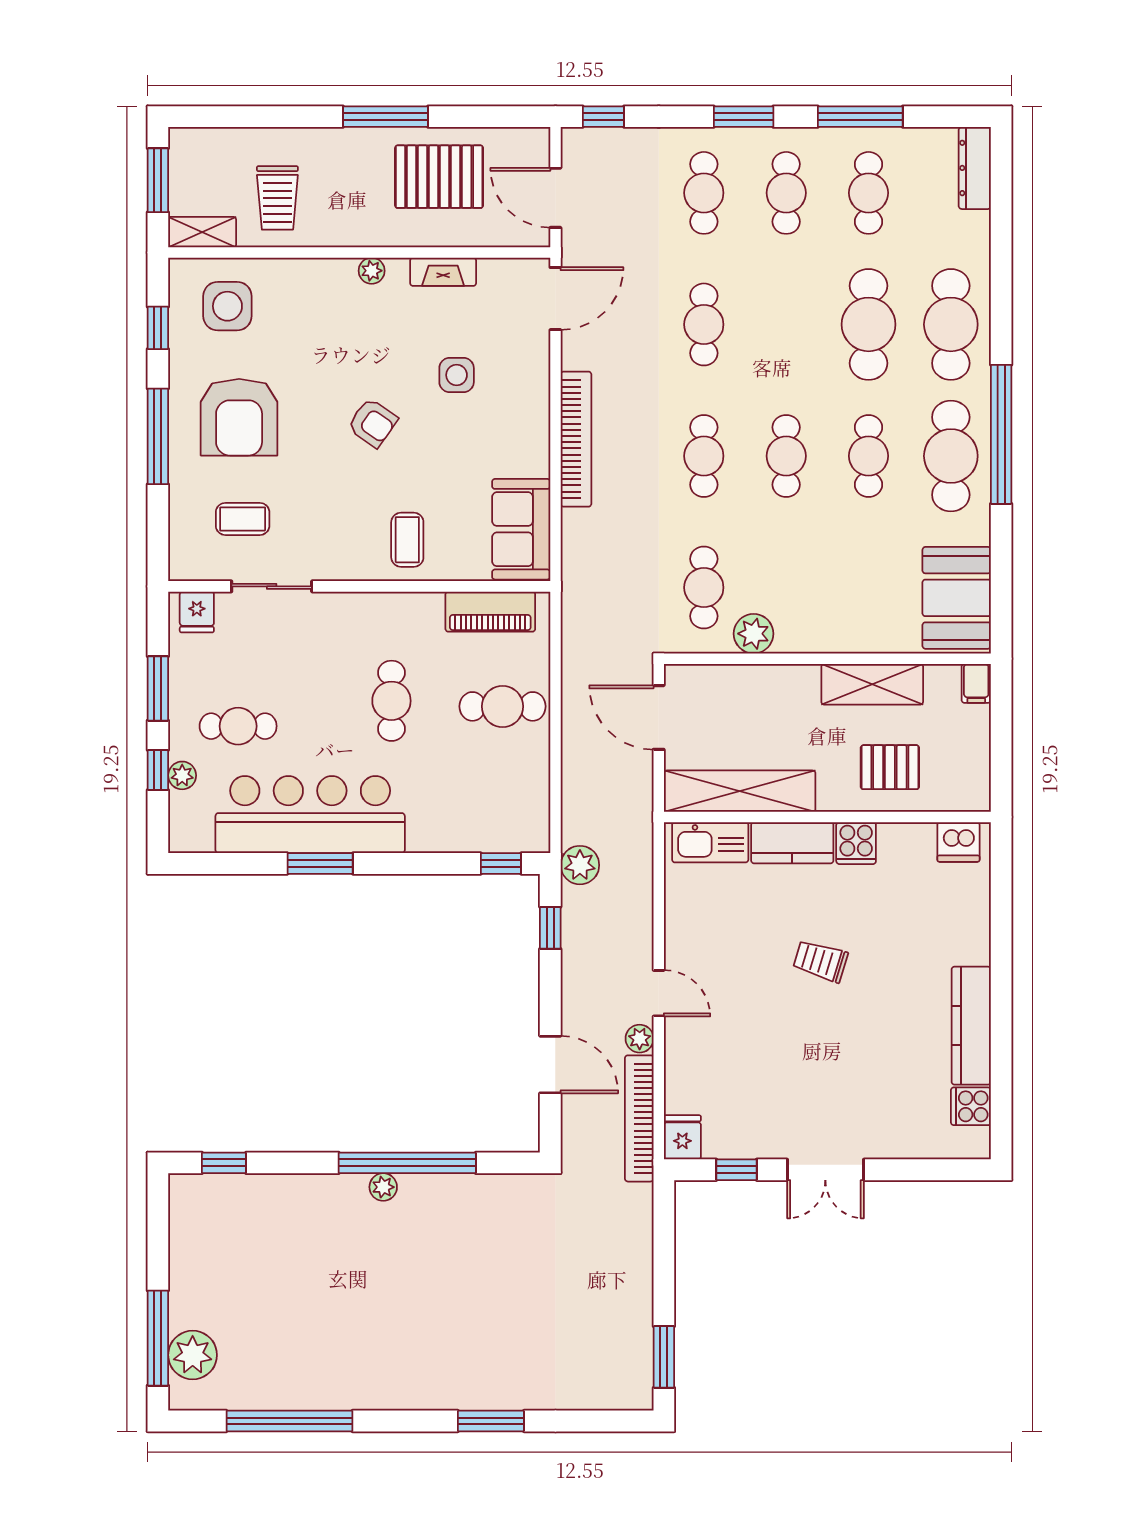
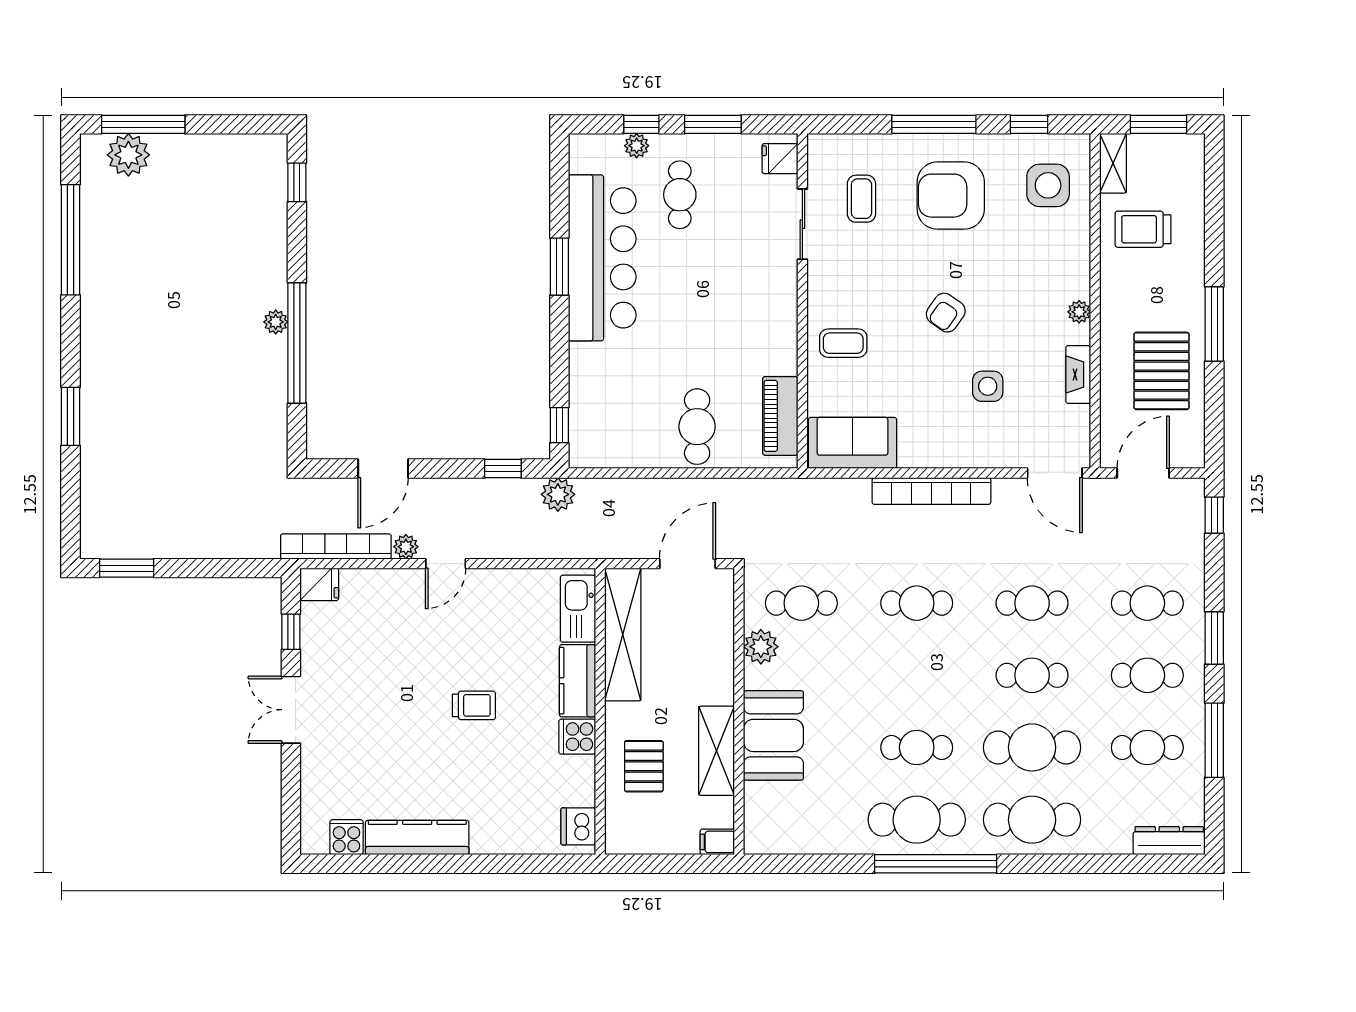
cafe table: (786, 456) -> (1032, 675), moved
booth: (957, 598) -> (773, 735), moved, turned 90
cafe table: (391, 701) -> (702, 329), removed
trolley: (820, 961) -> (474, 705), turned 73

